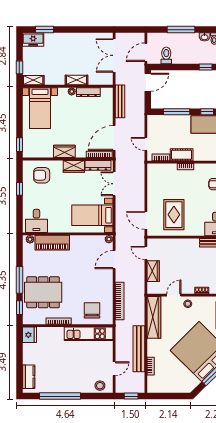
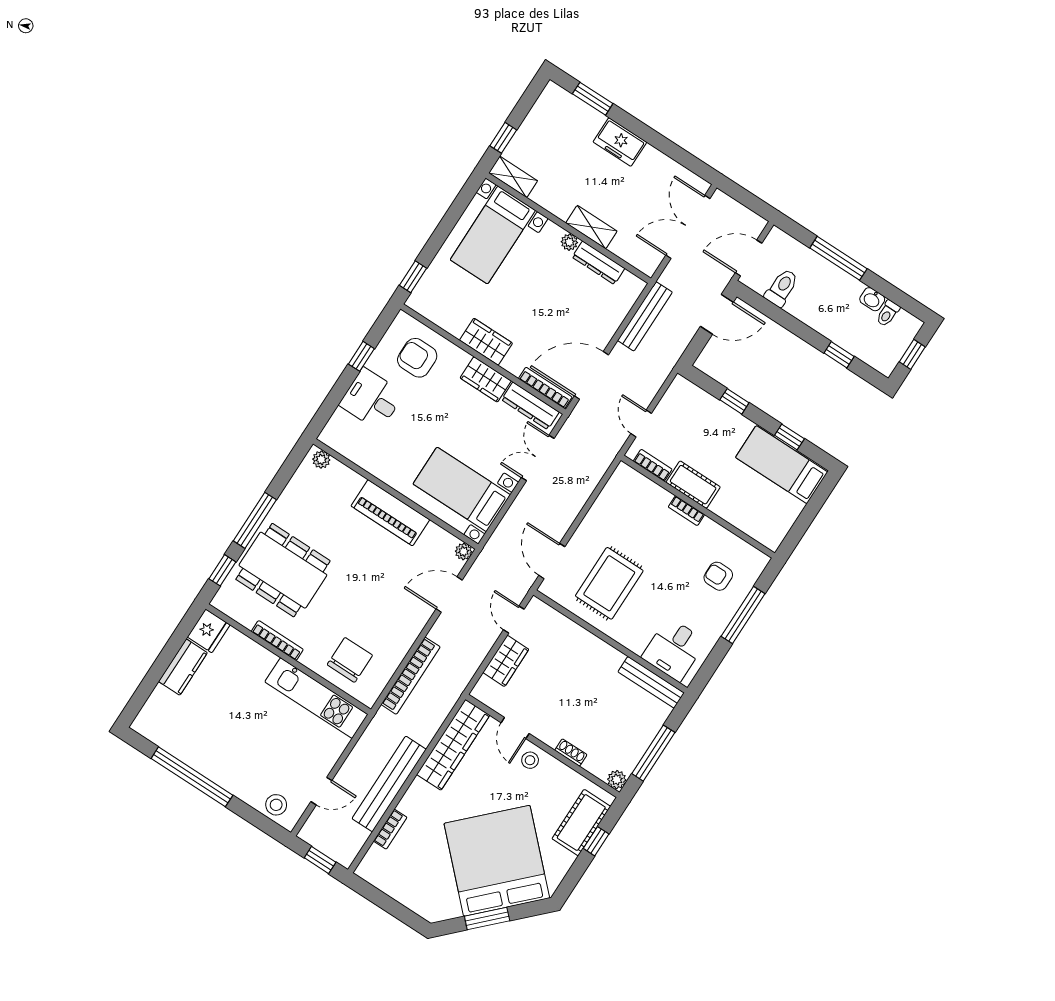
freezer: (33, 40) -> (620, 142), moved
window: (177, 112) -> (734, 401), width x0.46
desk: (36, 221) -> (372, 399), moved, turned 90
piano: (52, 243) -> (390, 513), moved
door: (174, 295) -> (515, 728), swing flipped
kitchen counter: (29, 377) -> (183, 667), moved

